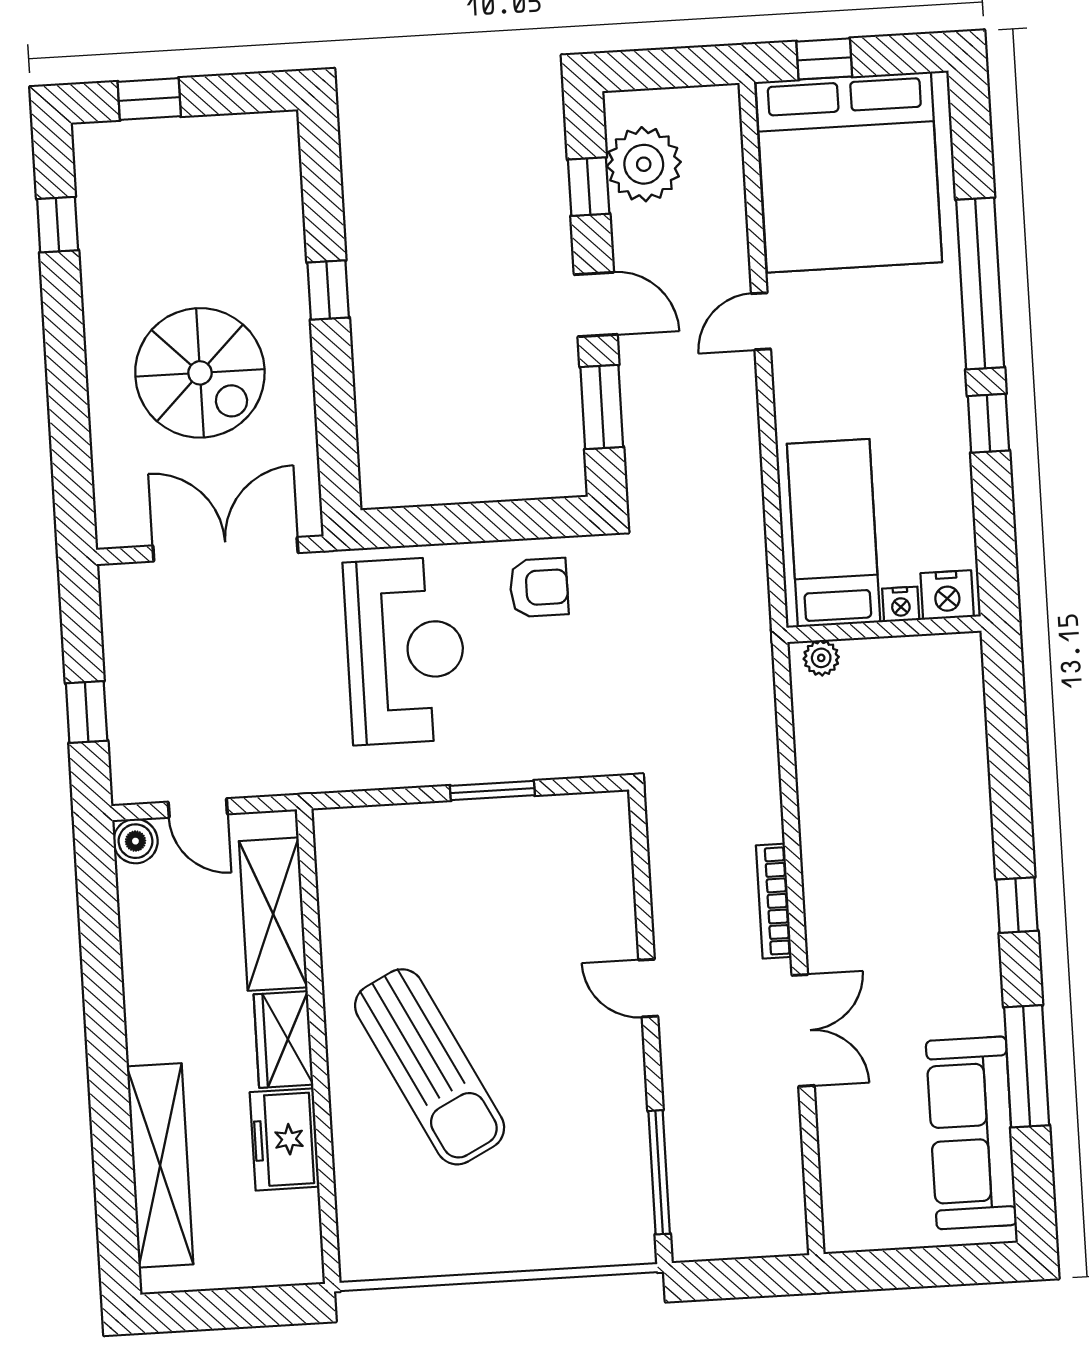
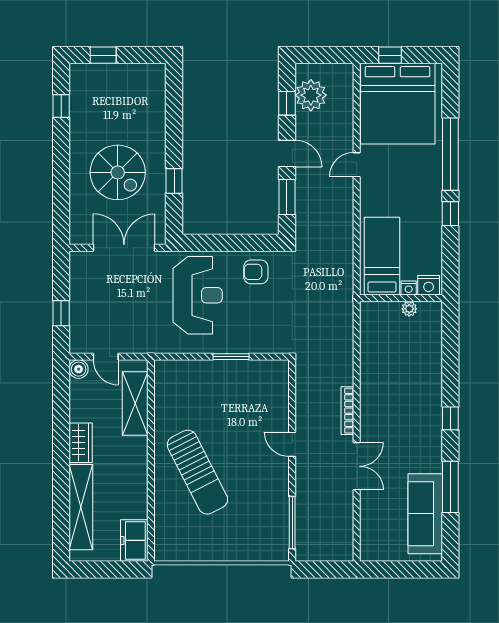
window: (328, 290) -> (174, 181), moved
armchair: (539, 588) -> (256, 272), turned 180
plant: (821, 658) -> (409, 309), moved
wardrobe: (284, 1039) -> (81, 443), moved, turned 180
freezer: (285, 1139) -> (134, 540), moved

